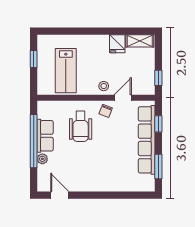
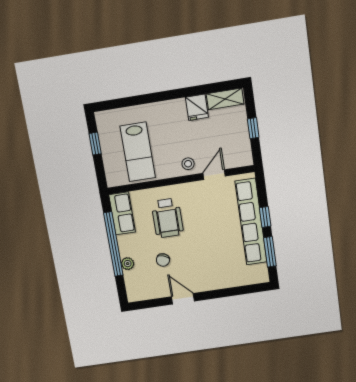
window: (158, 78) -> (253, 128), moved
chair: (106, 111) -> (163, 260), moved
window: (158, 124) -> (265, 217), moved
row of seats: (45, 136) -> (122, 213), moved
door: (60, 195) -> (183, 299), moved

